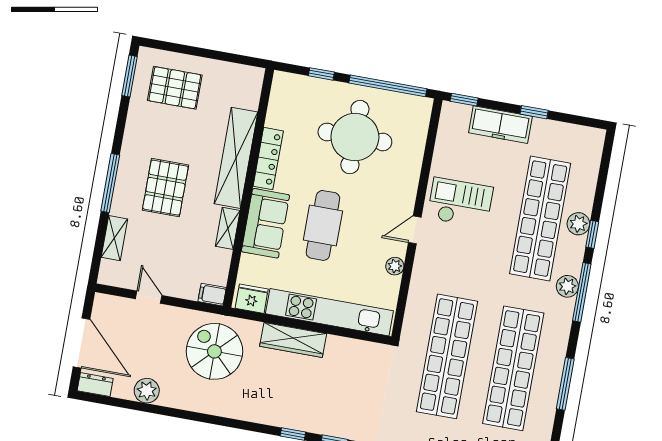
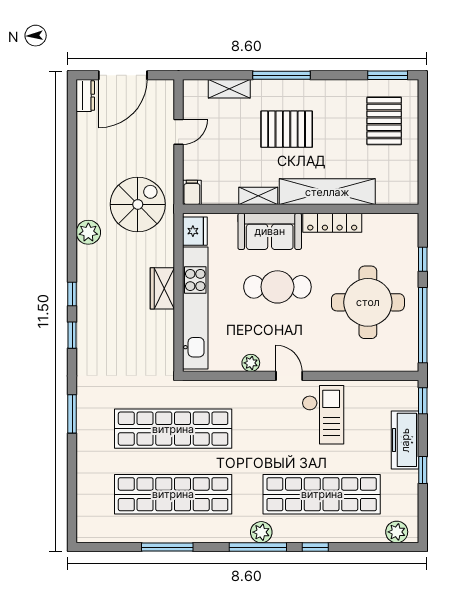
plant: (578, 224) -> (397, 532), moved
wardrobe: (293, 340) -> (162, 288), width x0.67
plant: (147, 391) -> (88, 232), moved

